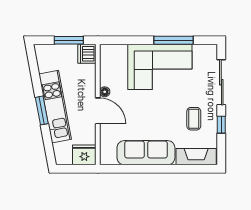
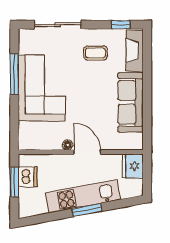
dishwasher: (87, 54) -> (28, 177), moved, turned -90
door: (98, 111) -> (87, 152), hinge flipped
window: (221, 125) -> (121, 25), moved

